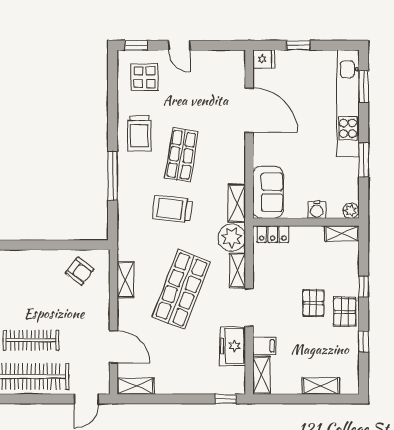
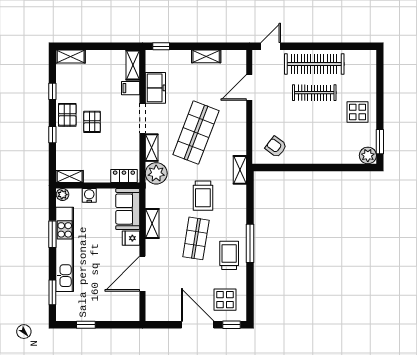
door: (179, 45) -> (198, 325), width x1.88
window: (298, 45) -> (86, 325), moved
fridge: (264, 59) -> (131, 238), moved
kitchen unit: (348, 104) -> (65, 249), moved
door: (249, 110) -> (143, 274), hinge flipped
window: (113, 176) -> (250, 243), moved
shelving: (237, 203) -> (152, 224), moved
trolley: (172, 209) -> (203, 196), turned 83
shelving: (125, 279) -> (240, 170), moved
door: (114, 347) -> (249, 87), hinge flipped
shelving: (136, 386) -> (206, 56), moved
shelving: (321, 386) -> (71, 56), moved

